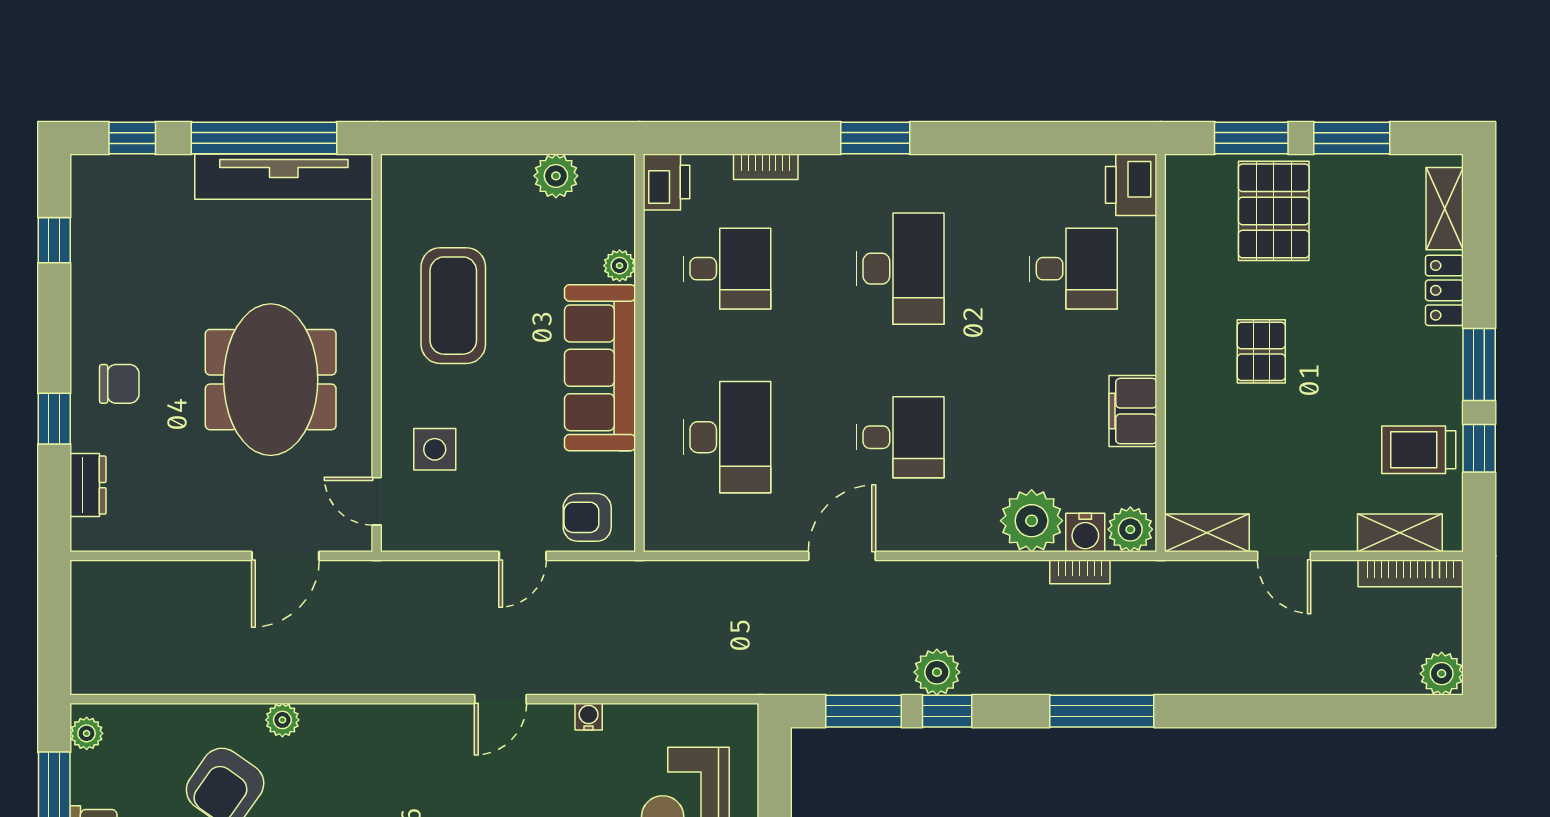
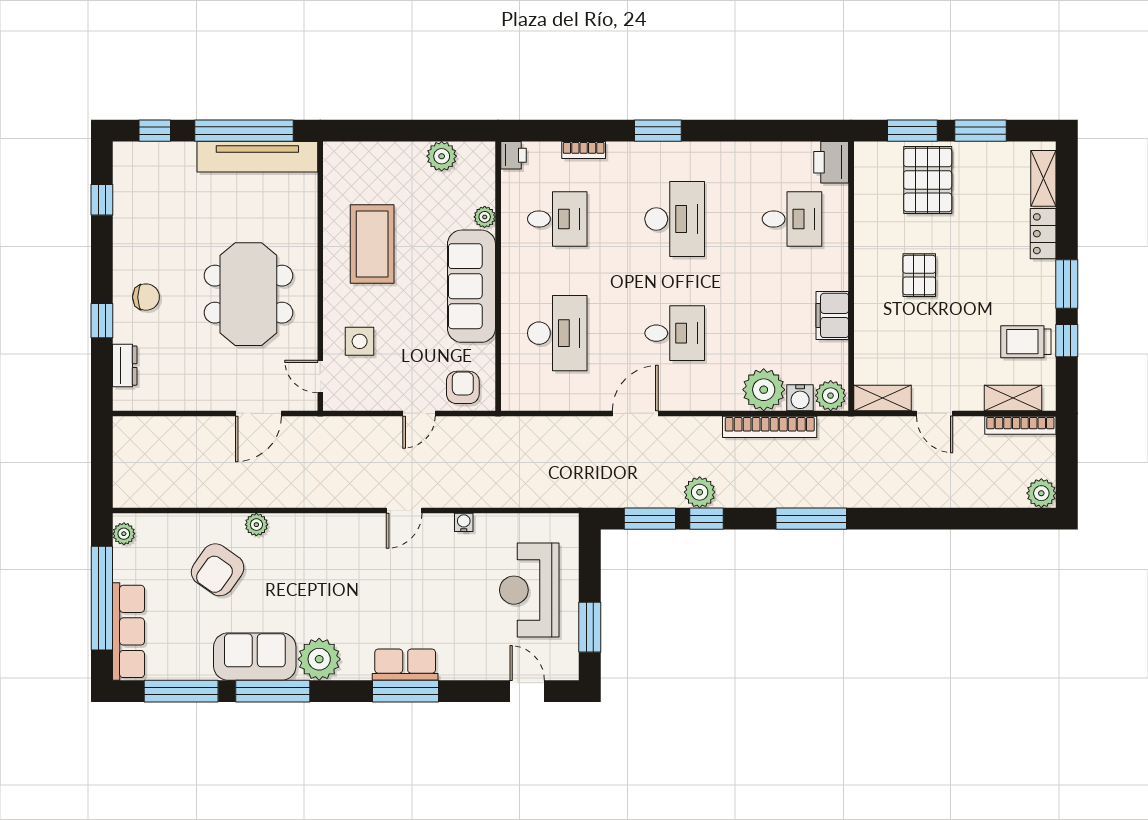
printer: (667, 182) -> (513, 155), width x0.73, depth x0.81
armchair: (587, 517) -> (463, 387), turned 90
bookcase: (1080, 572) -> (770, 427), width x2.31, depth x1.31

